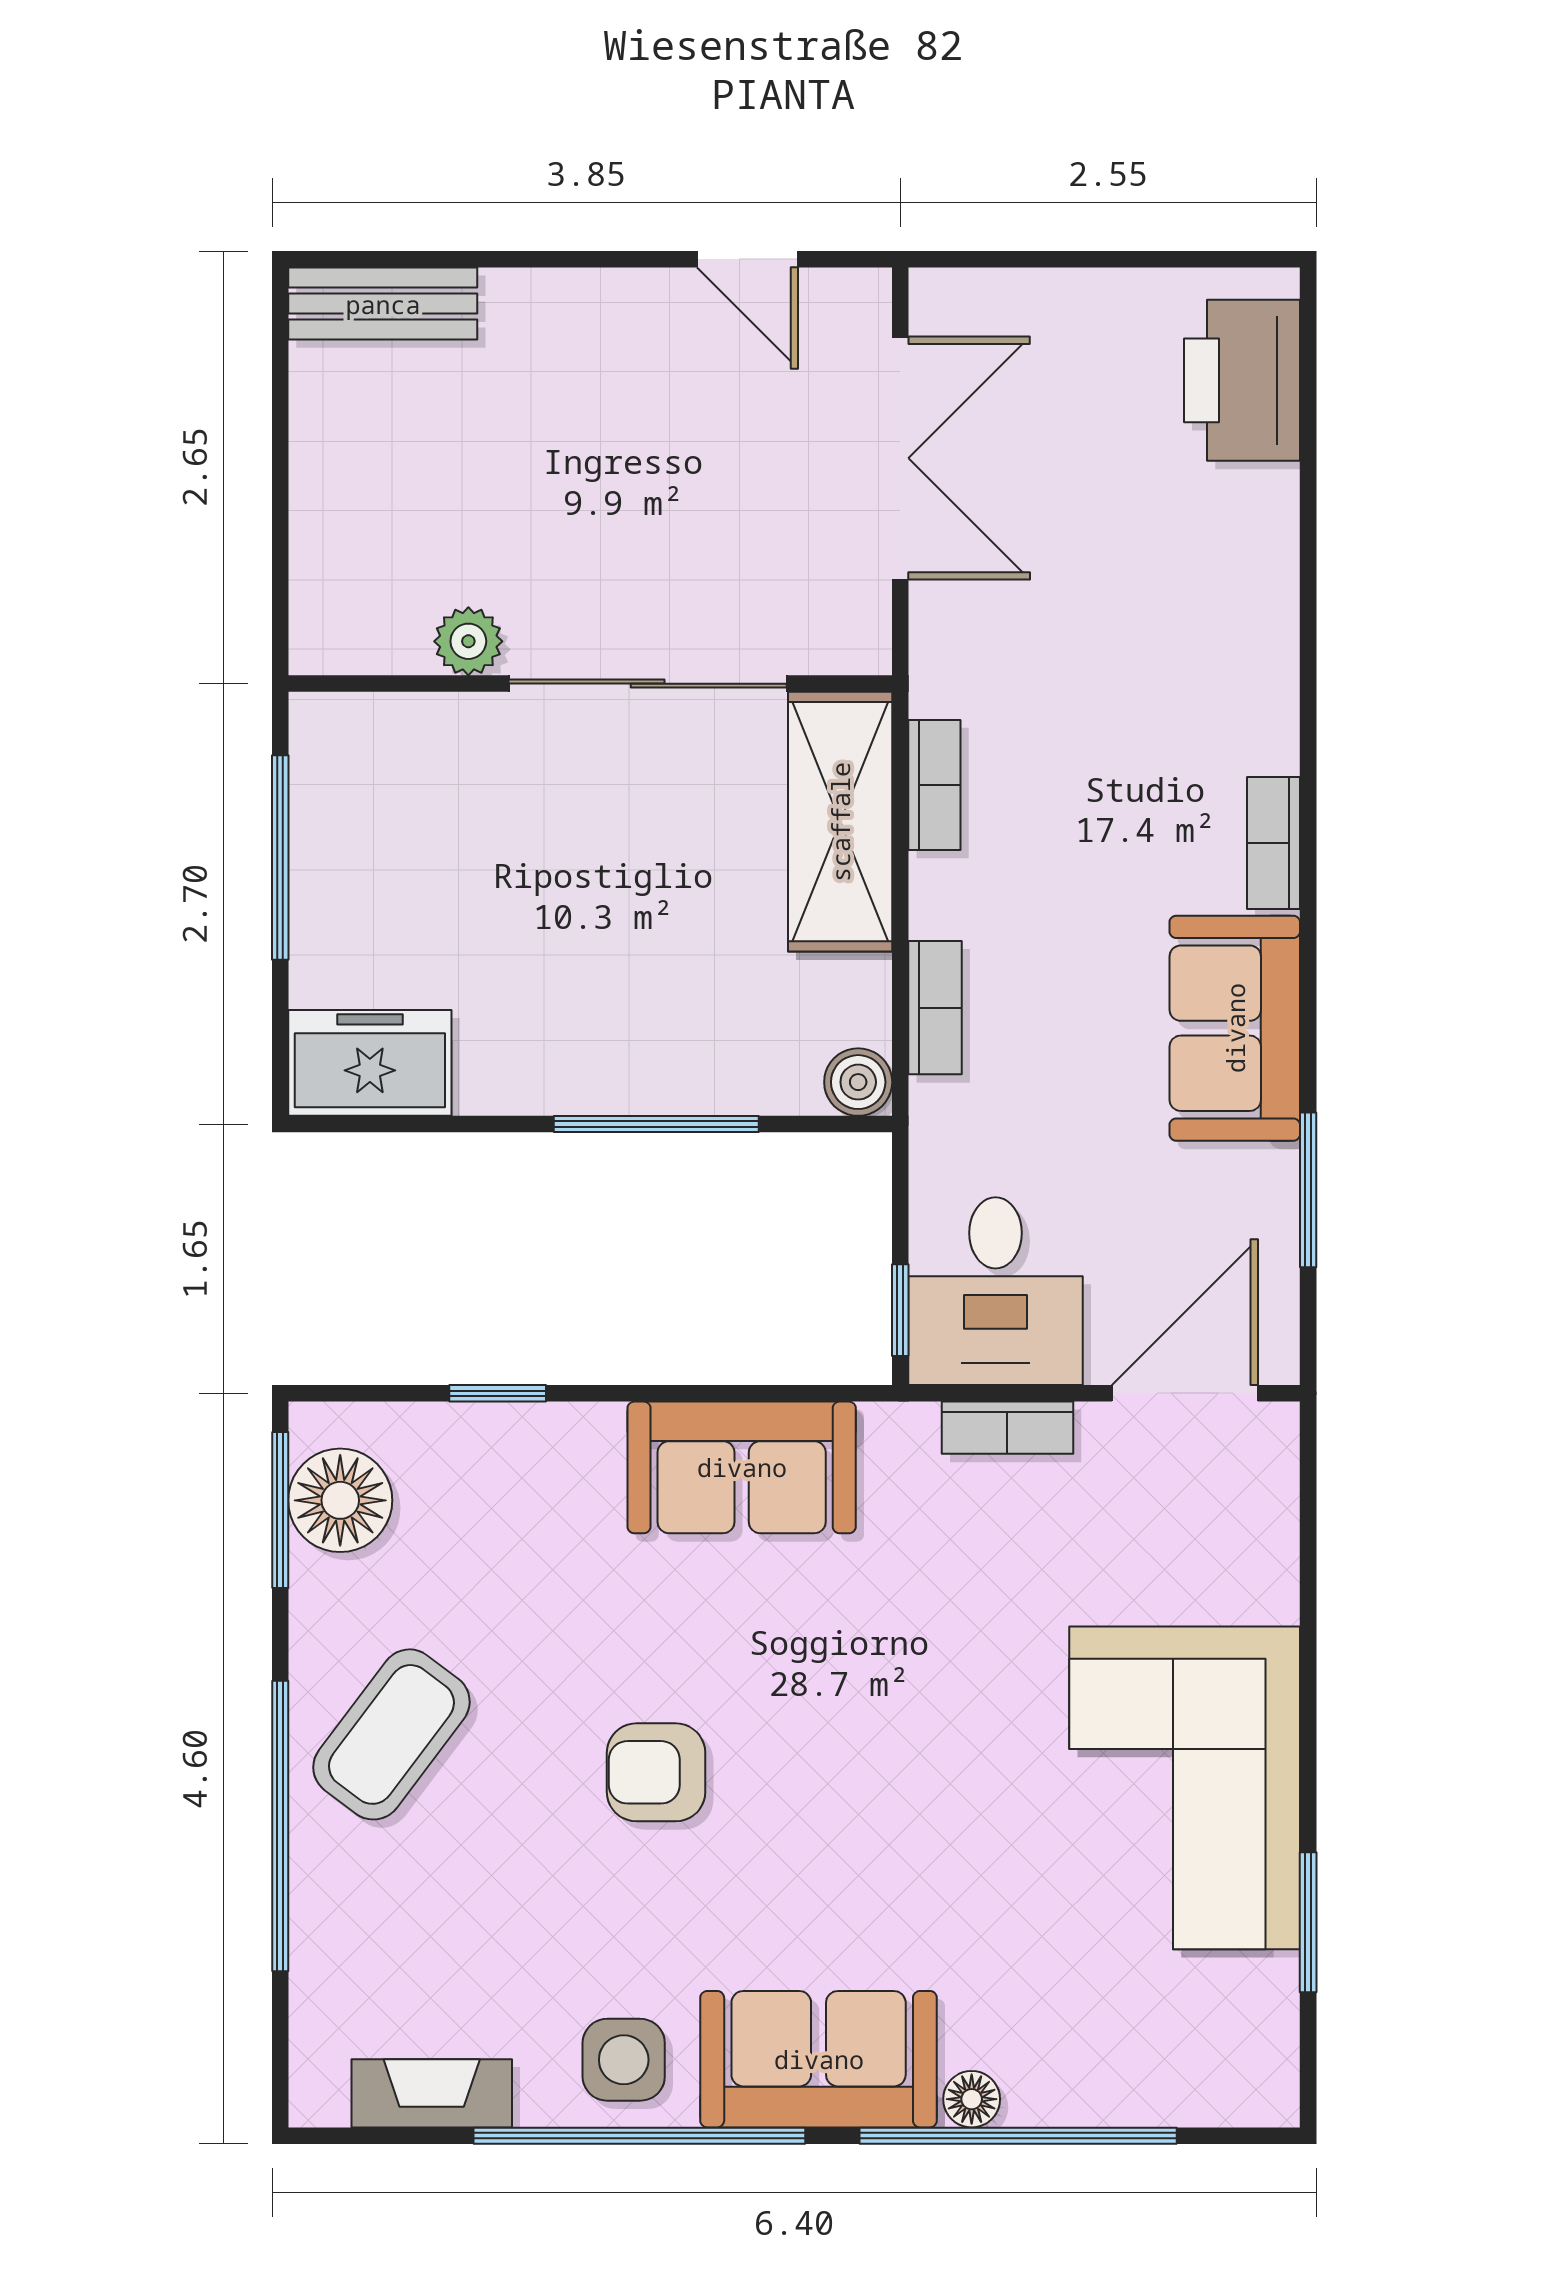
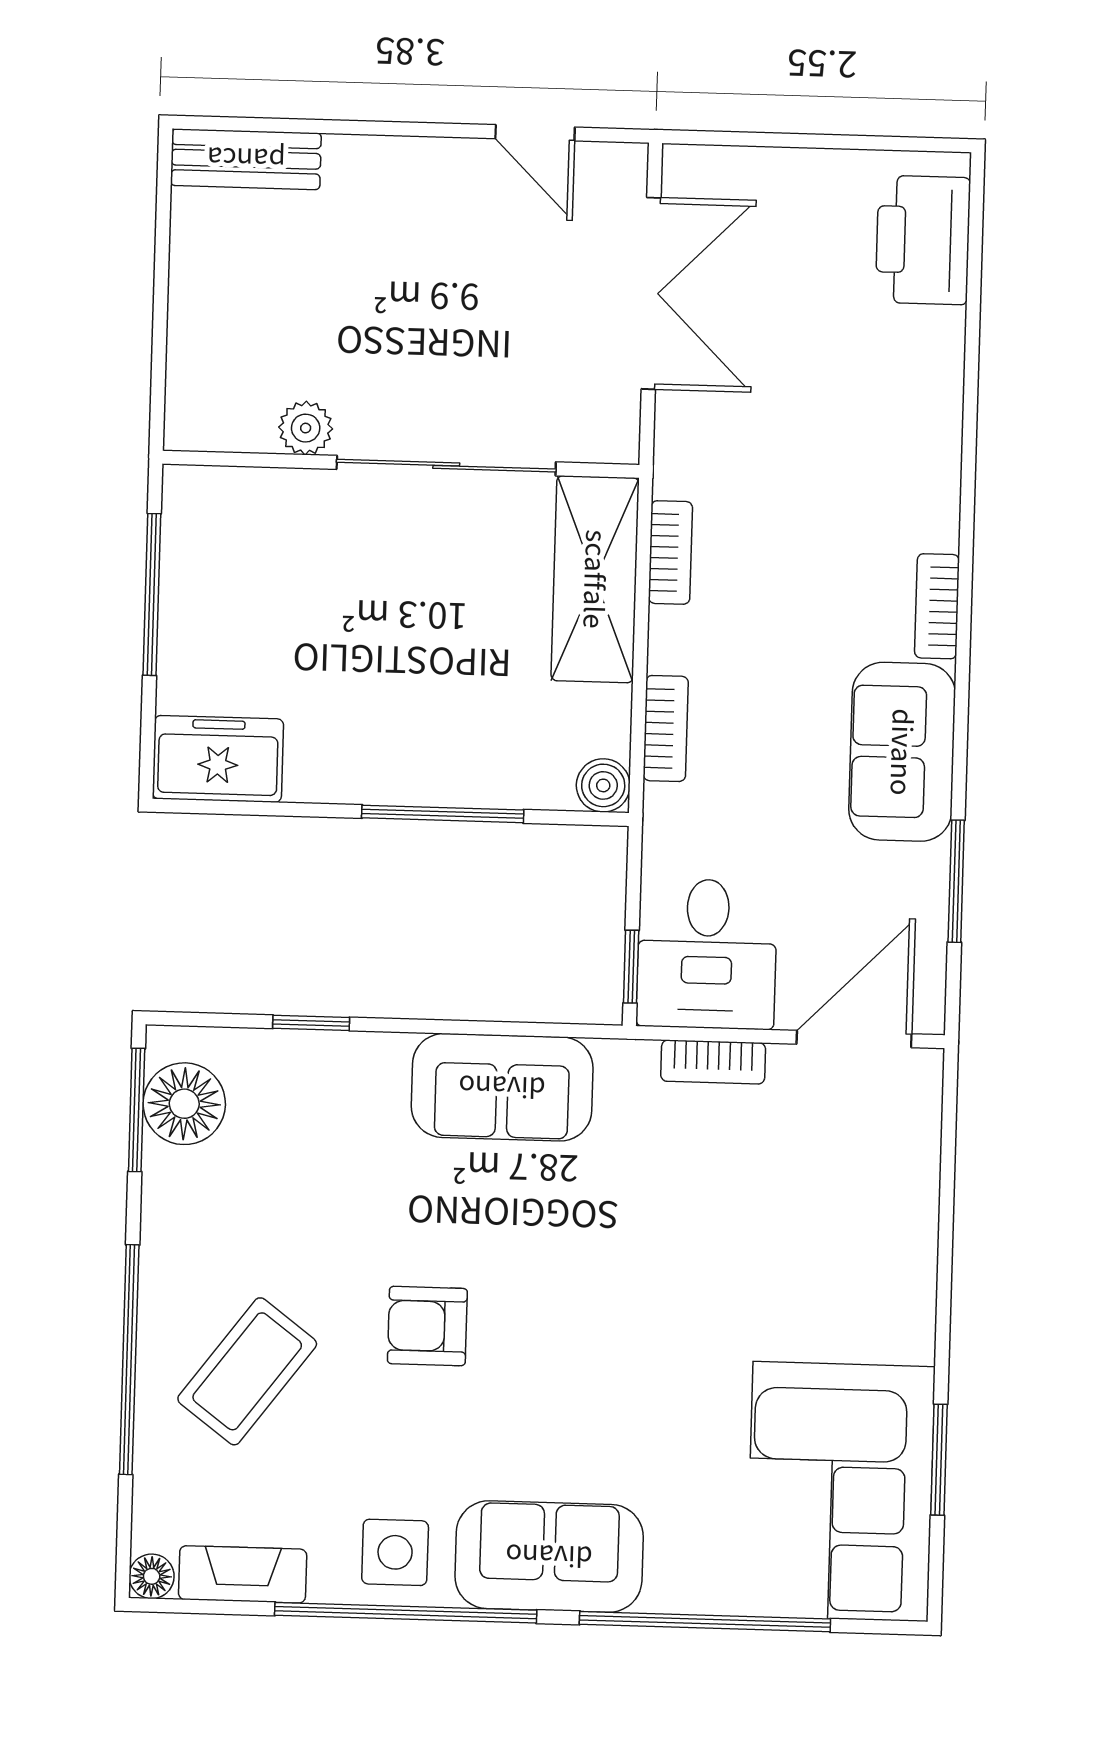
coffee table: (391, 1734) -> (247, 1371), moved
corner sofa: (1185, 1788) -> (840, 1491), moved
floor lamp: (972, 2099) -> (152, 1576), moved

